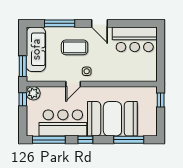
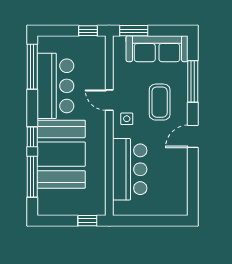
bar counter: (135, 39) -> (130, 169), moved, turned 180
plant: (33, 93) -> (97, 45), removed
window: (85, 140) -> (32, 137), moved

